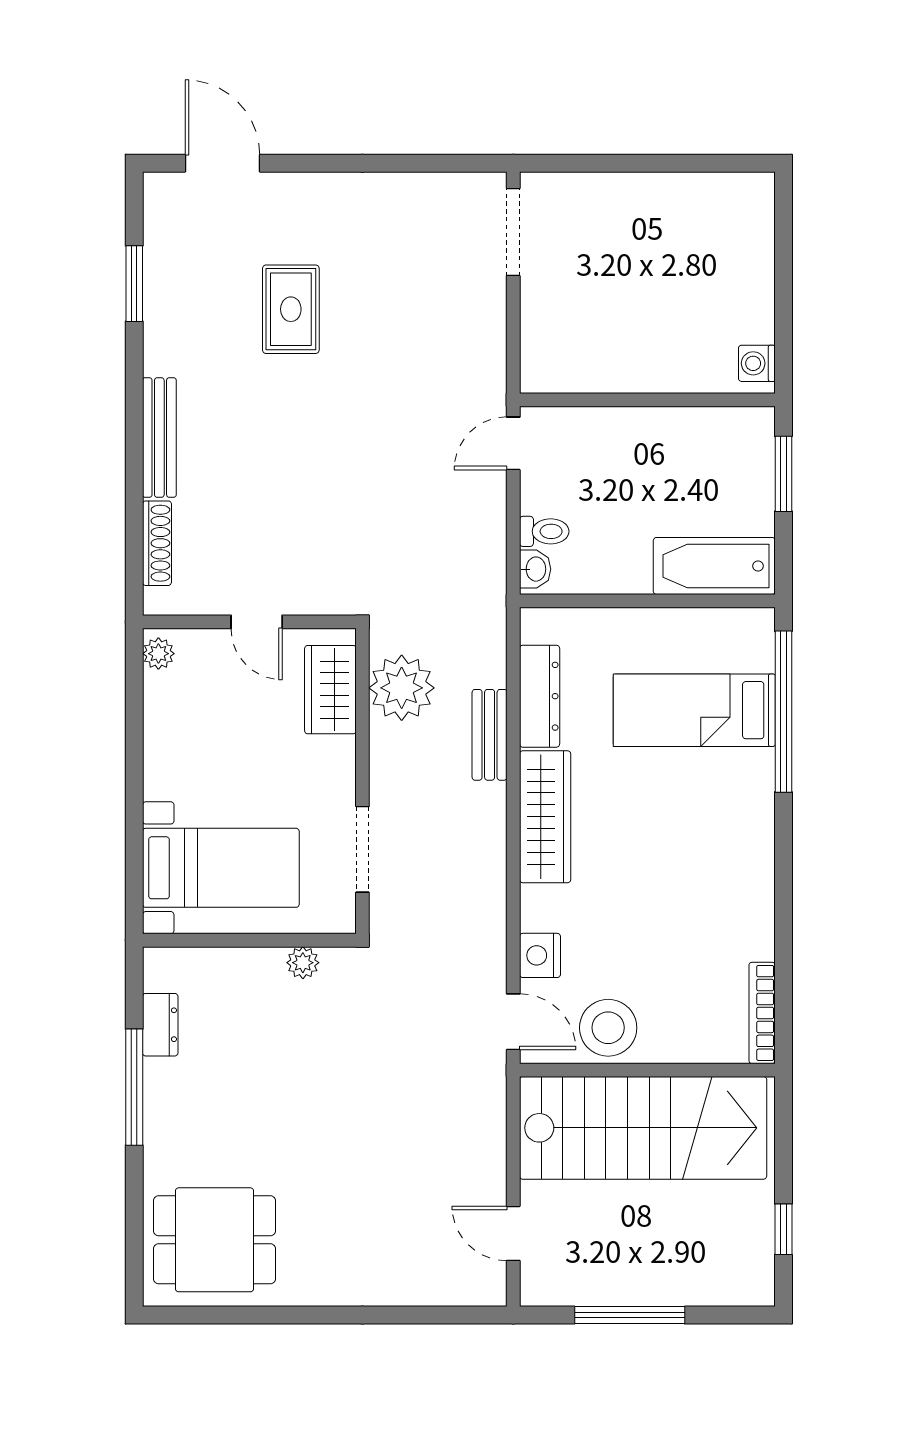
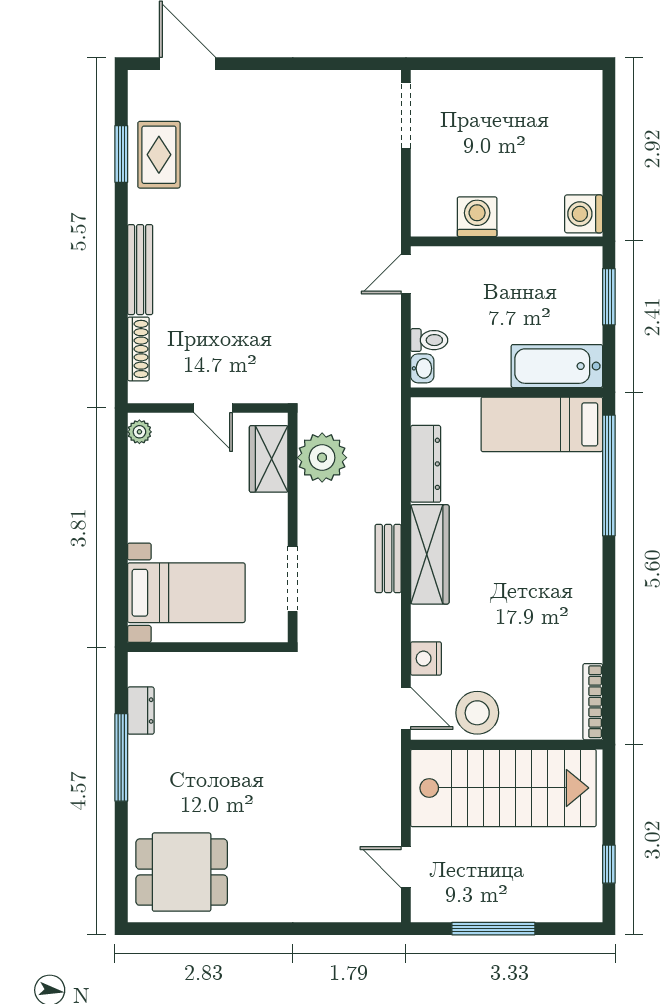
rug: (291, 309) -> (159, 155), moved
washing machine: (757, 363) -> (584, 214), width x1.38, depth x1.38
washing machine: (608, 367) -> (477, 217), added
bed: (694, 710) -> (542, 424), moved
bench: (490, 735) -> (388, 559), moved
plant: (303, 963) -> (248, 664), removed

